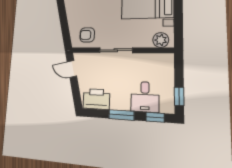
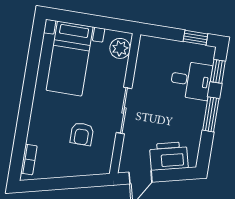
armchair: (87, 35) -> (82, 134), moved
printer: (96, 99) -> (169, 156), moved, turned 76

